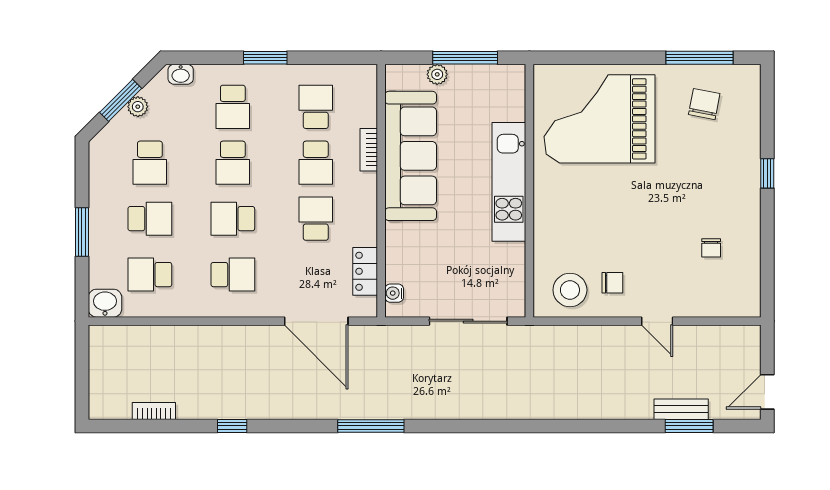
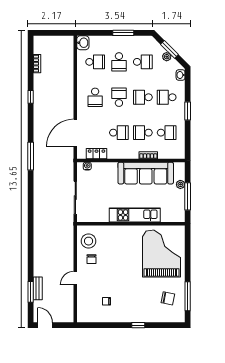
school desk: (150, 163) -> (143, 62), turned 180
window: (82, 232) -> (123, 33), moved
school desk: (150, 275) -> (95, 62), turned 90

